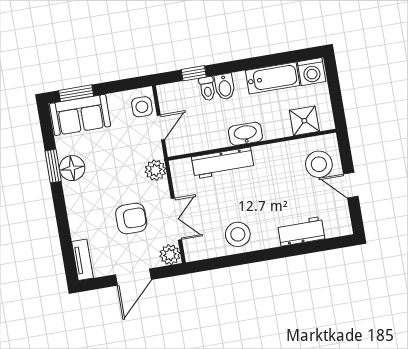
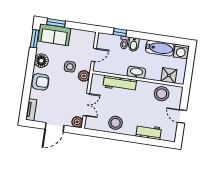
side table: (142, 107) -> (70, 67), moved
stool: (319, 164) -> (162, 94), moved
window: (53, 166) -> (35, 39), moved
armchair: (131, 219) -> (40, 82), moved

